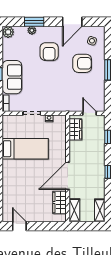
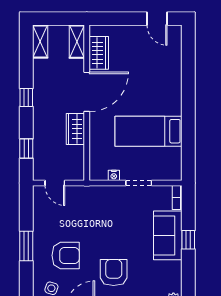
armchair: (82, 63) -> (66, 255), turned 180
wardrobe: (75, 129) -> (75, 129), moved

